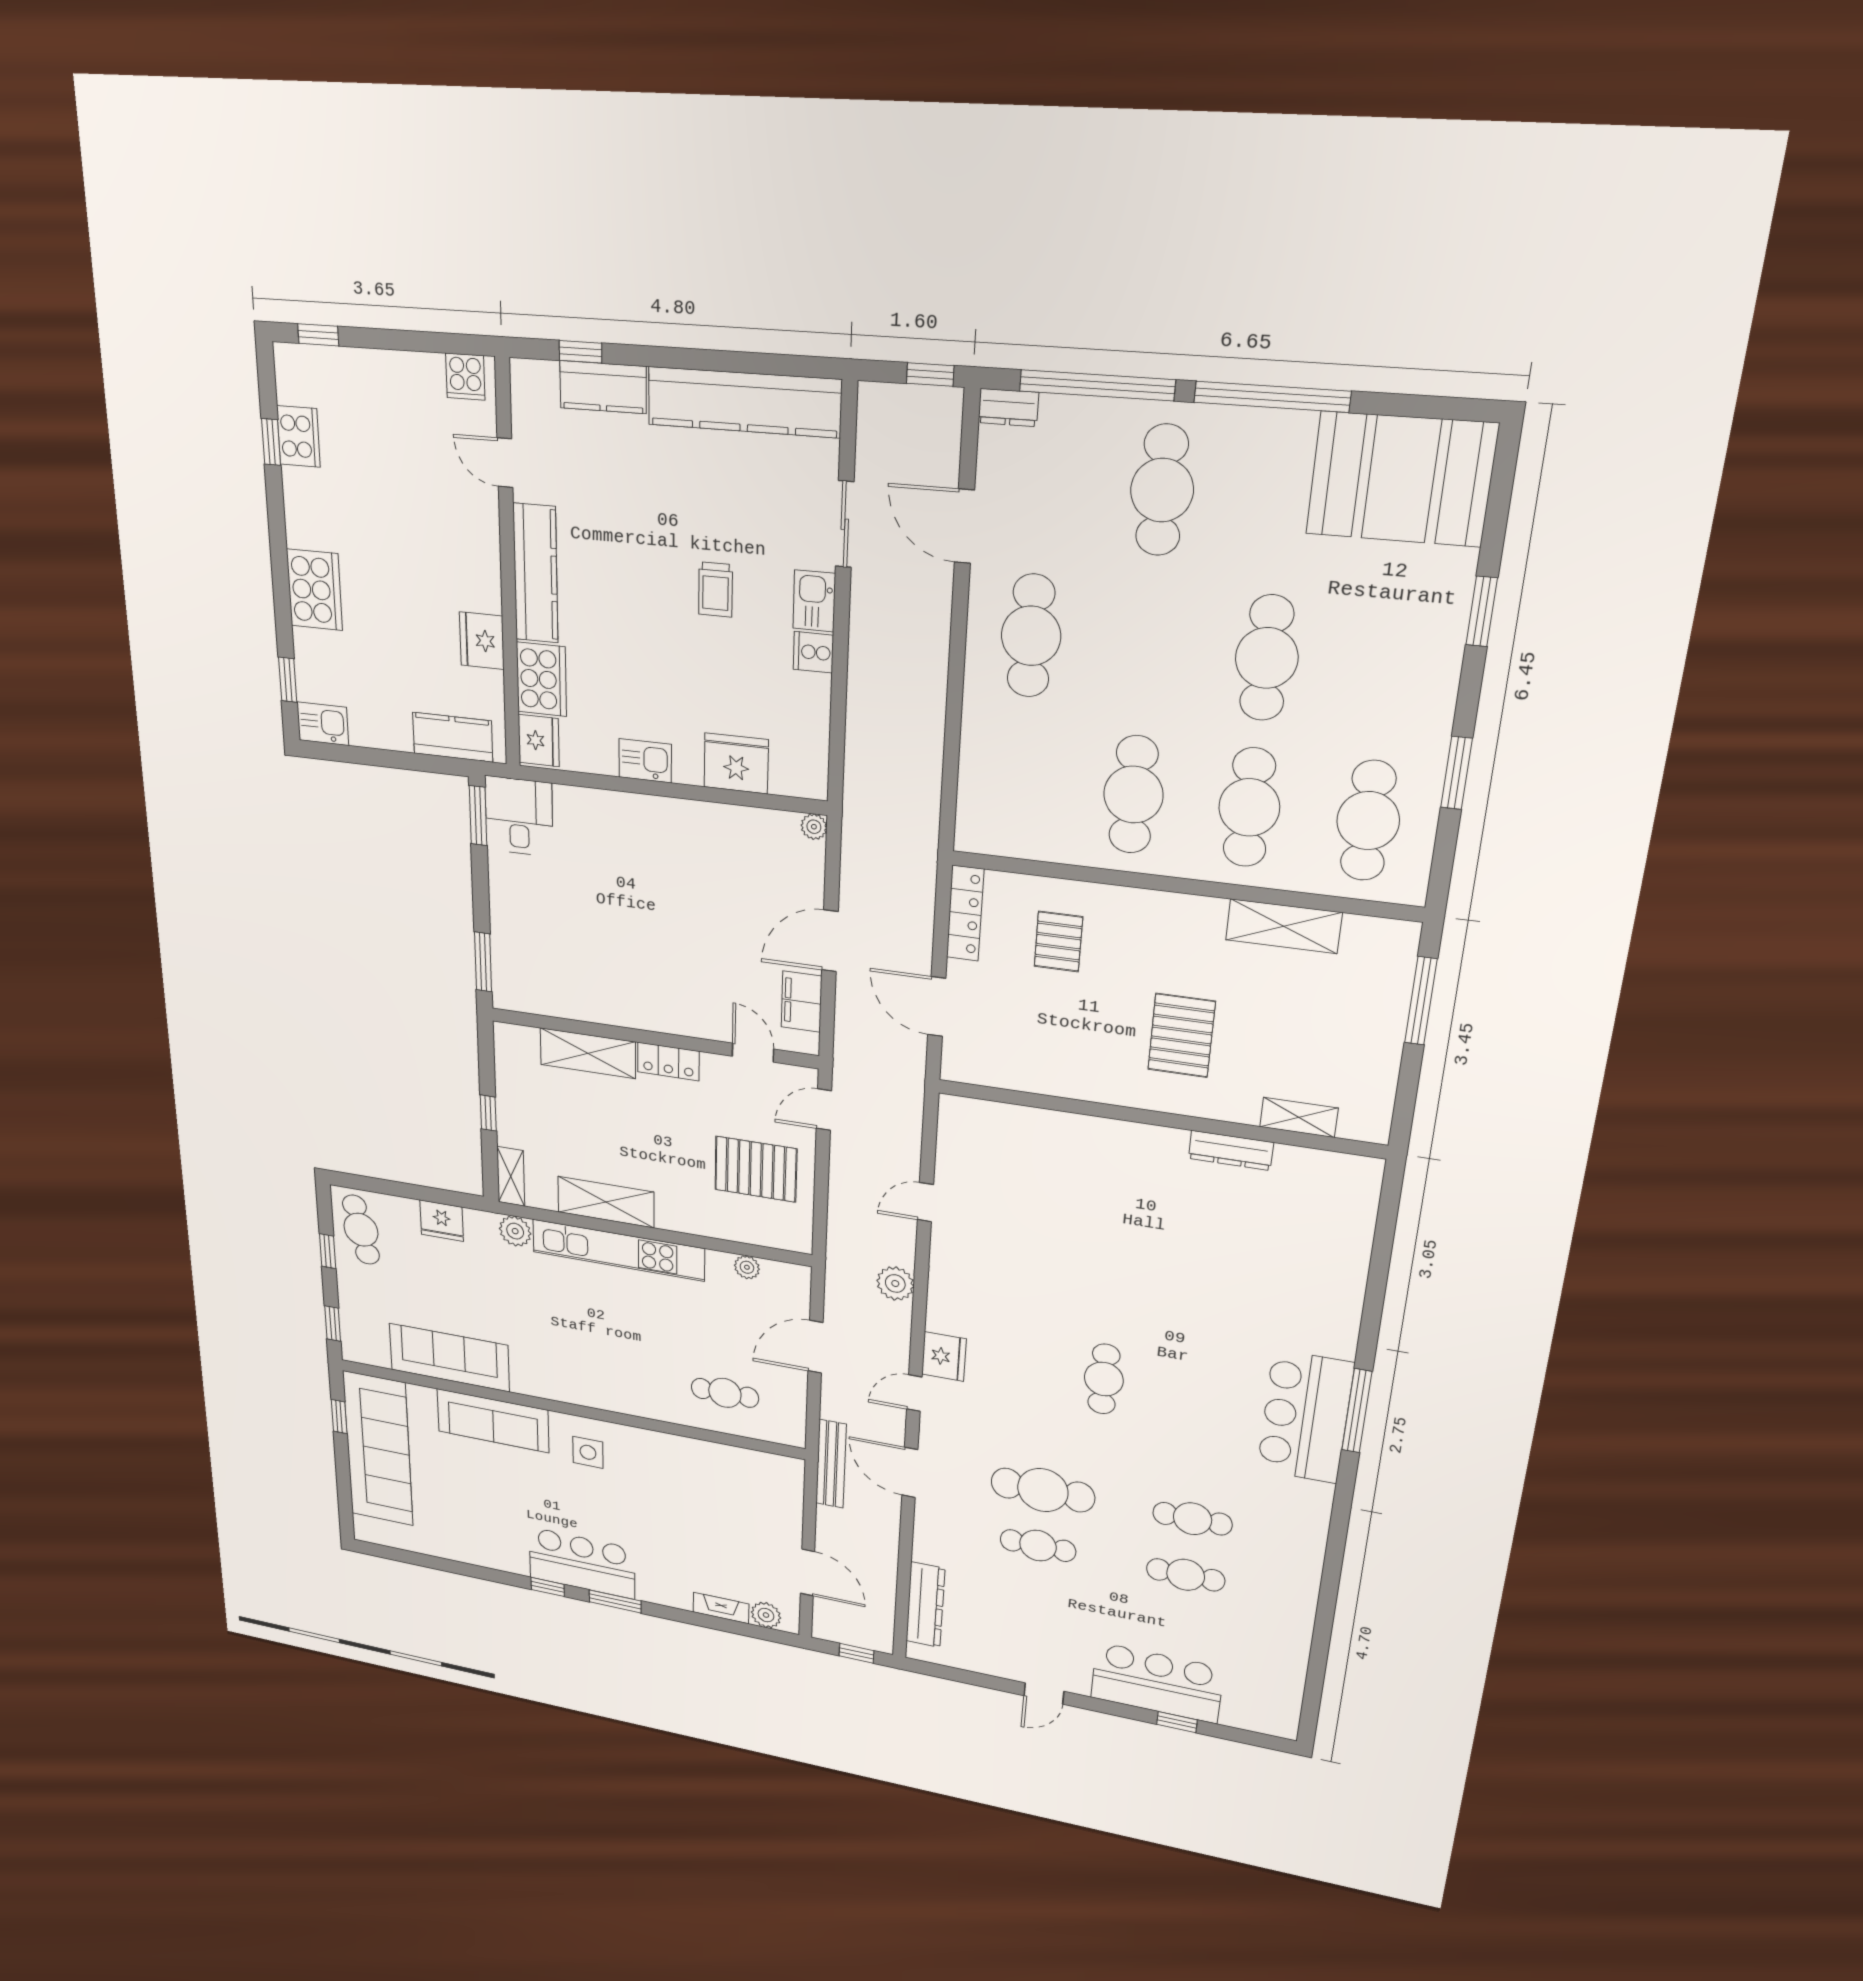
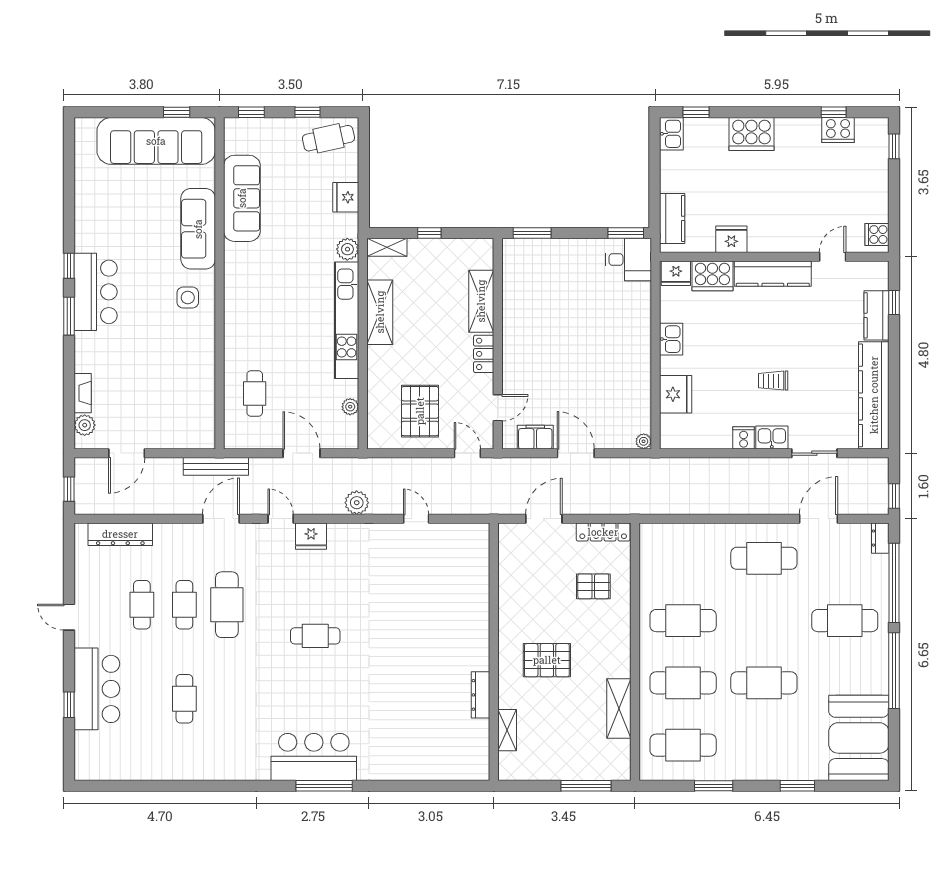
cafe table: (1193, 1519) -> (142, 605), moved

